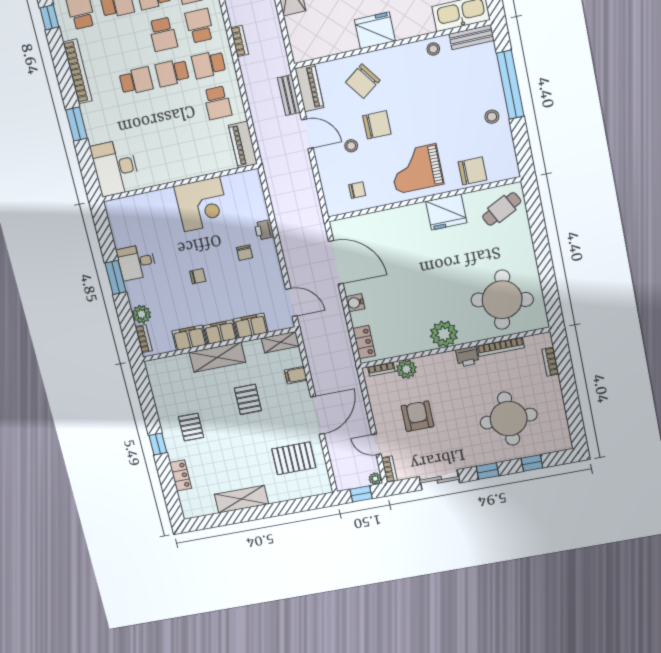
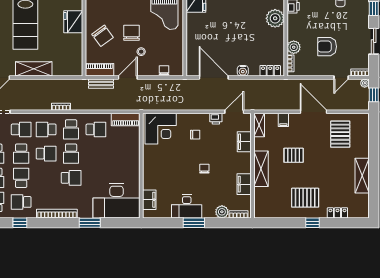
school desk: (136, 81) -> (71, 178), turned 90
desk: (115, 168) -> (117, 201), width x1.36, depth x1.30
chair: (357, 190) -> (164, 70), moved
corner desk: (202, 204) -> (161, 129), moved, turned 90
printer: (264, 230) -> (216, 119), moved
desk: (137, 262) -> (187, 206), width x1.37
door: (336, 262) -> (214, 77), hinge flipped
filing cabinet: (220, 332) -> (149, 200), moved, turned 180
pallet: (191, 427) -> (305, 198), width x1.50, depth x1.42

